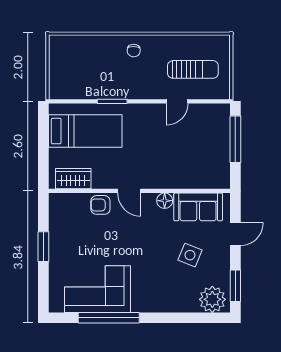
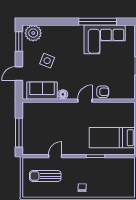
wardrobe: (73, 179) -> (120, 108), removed
door: (129, 191) -> (85, 101), hinge flipped

